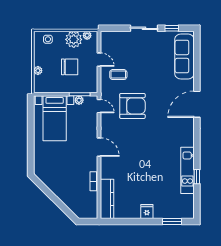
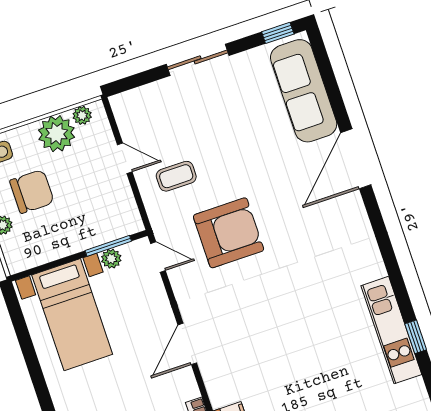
window: (172, 28) -> (278, 33), moved
chair: (70, 67) -> (32, 191), moved
door: (197, 104) -> (356, 159), moved
door: (99, 147) -> (187, 344), swing flipped

